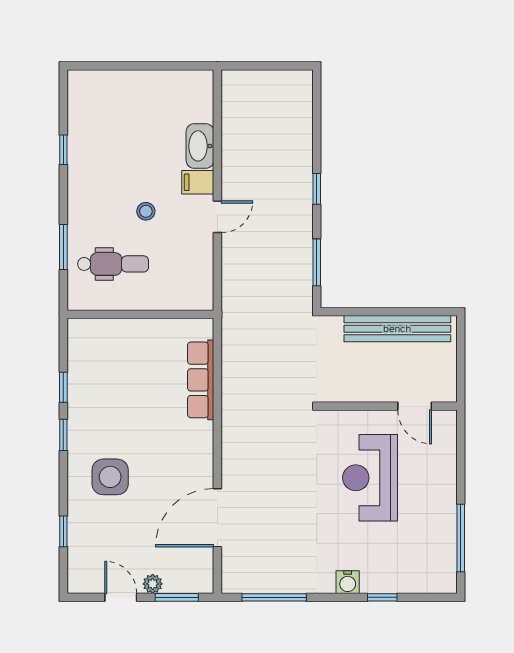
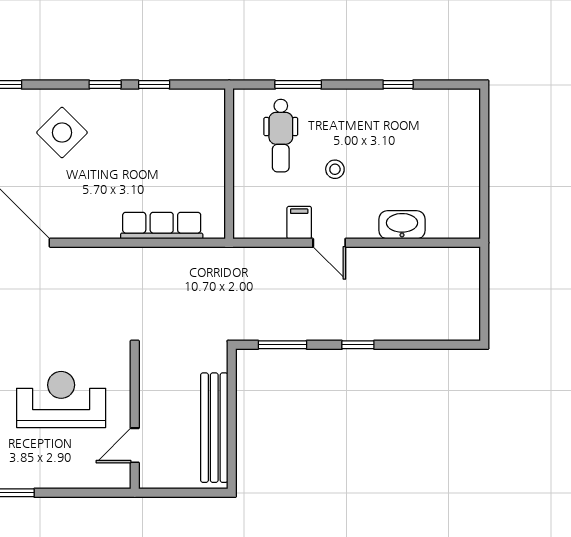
filing cabinet: (198, 182) -> (299, 223), moved
side table: (110, 477) -> (62, 133), turned 45

